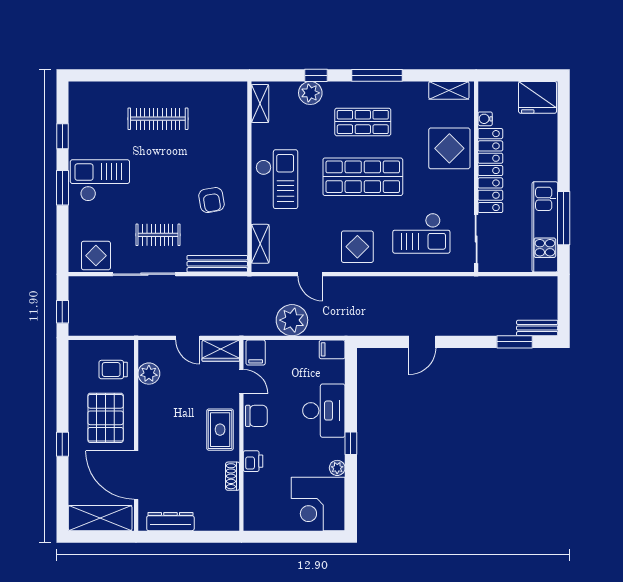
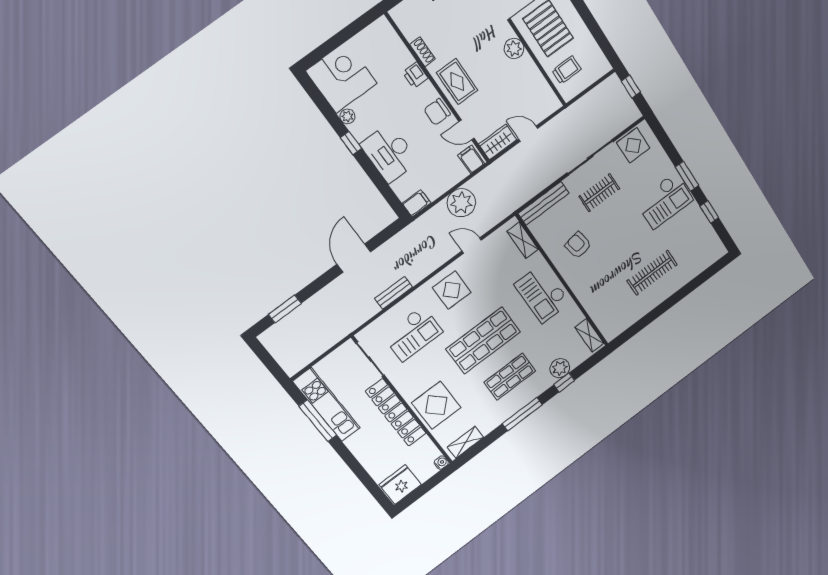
water cooler: (485, 119) -> (441, 463), moved
checkout: (421, 233) -> (413, 334), turned 180
bench: (537, 328) -> (394, 293), moved
door: (422, 342) -> (354, 258), width x1.38
plant: (149, 374) -> (514, 49), moved

